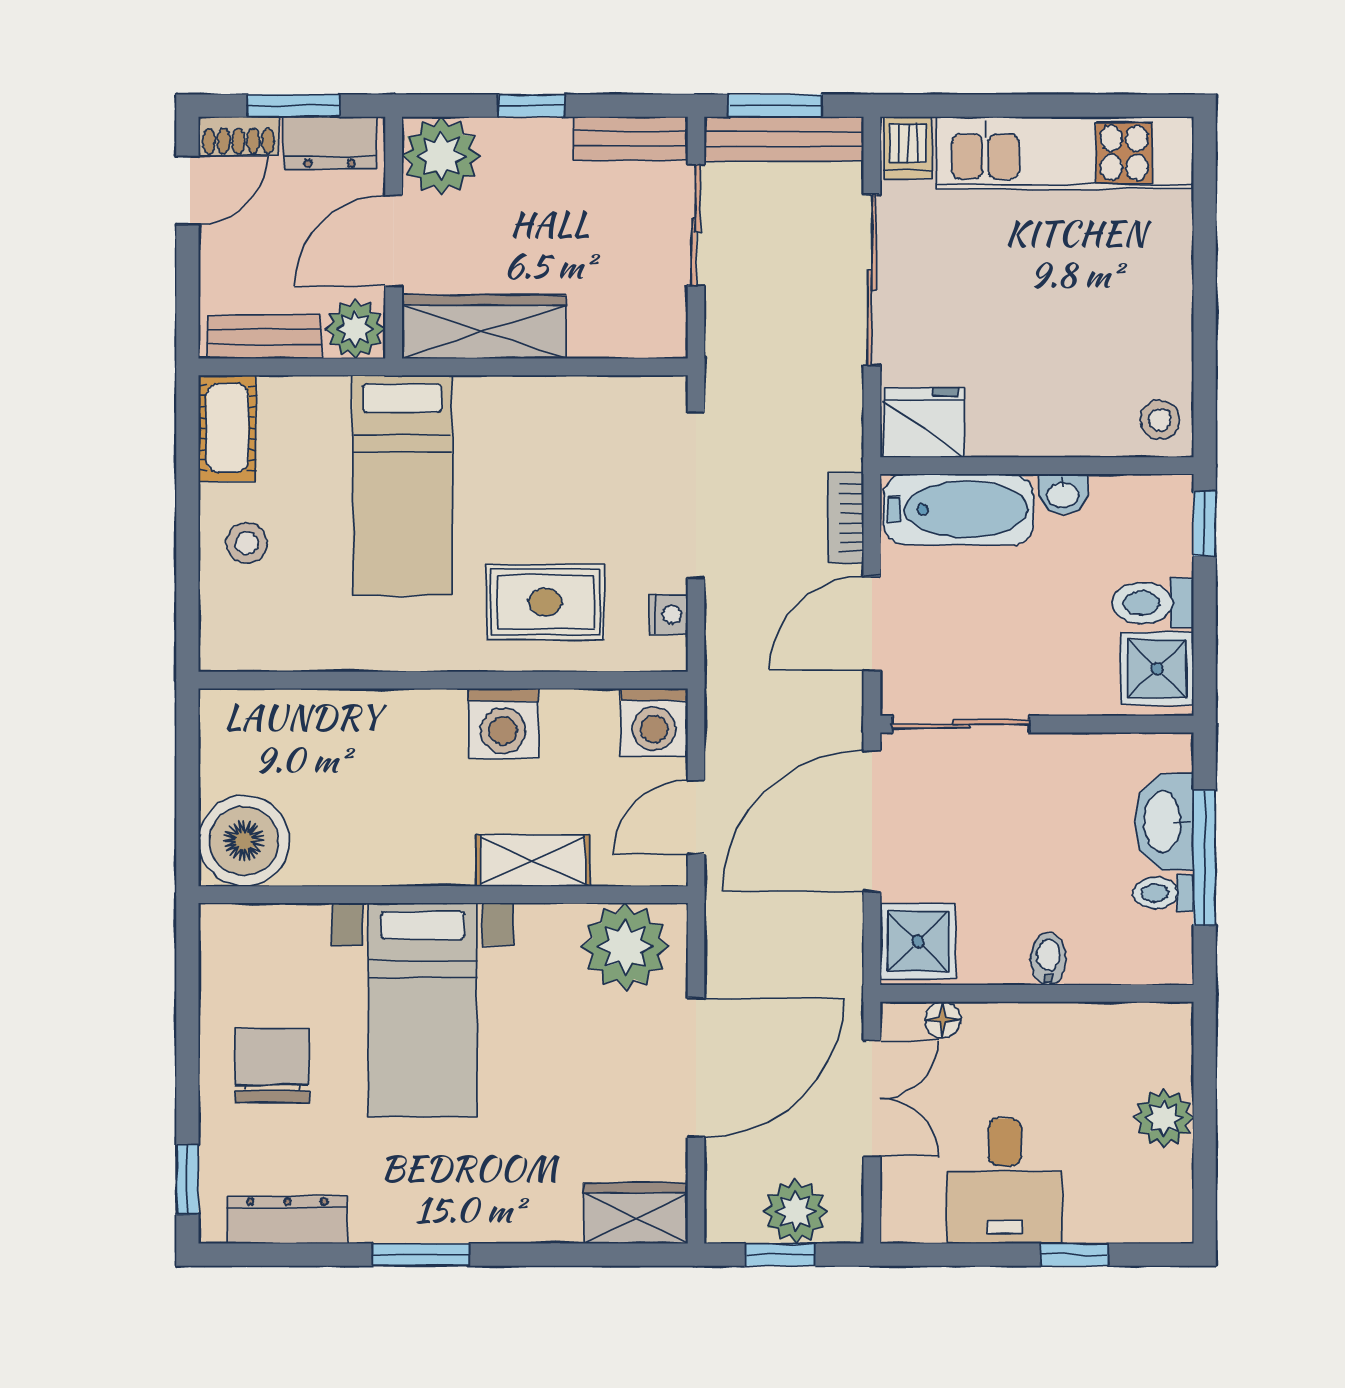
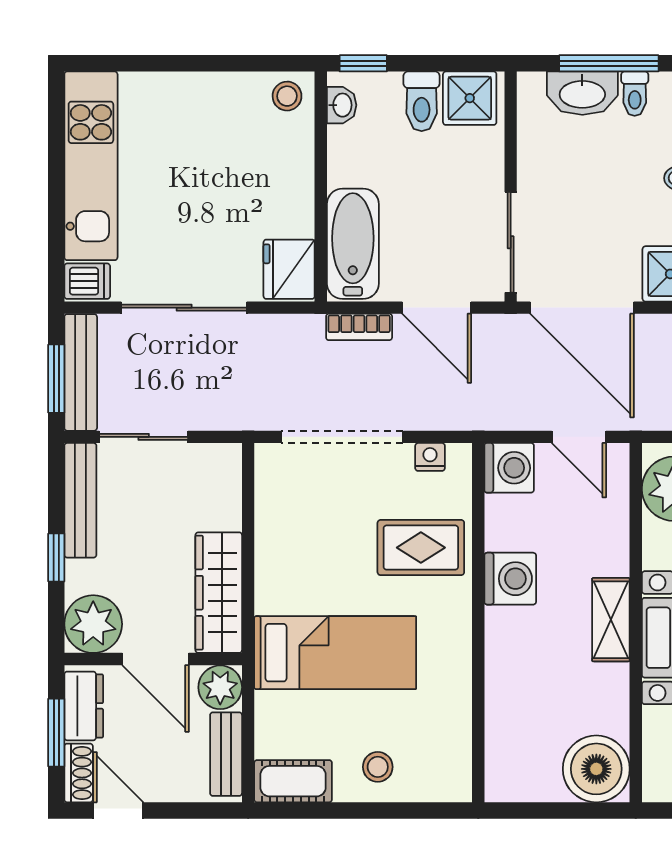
bench: (631, 138) -> (80, 500), width x1.36
washbasin: (1063, 494) -> (342, 105), moved
rug: (545, 602) -> (421, 548), turned 90
shelving: (533, 861) -> (611, 620), moved

